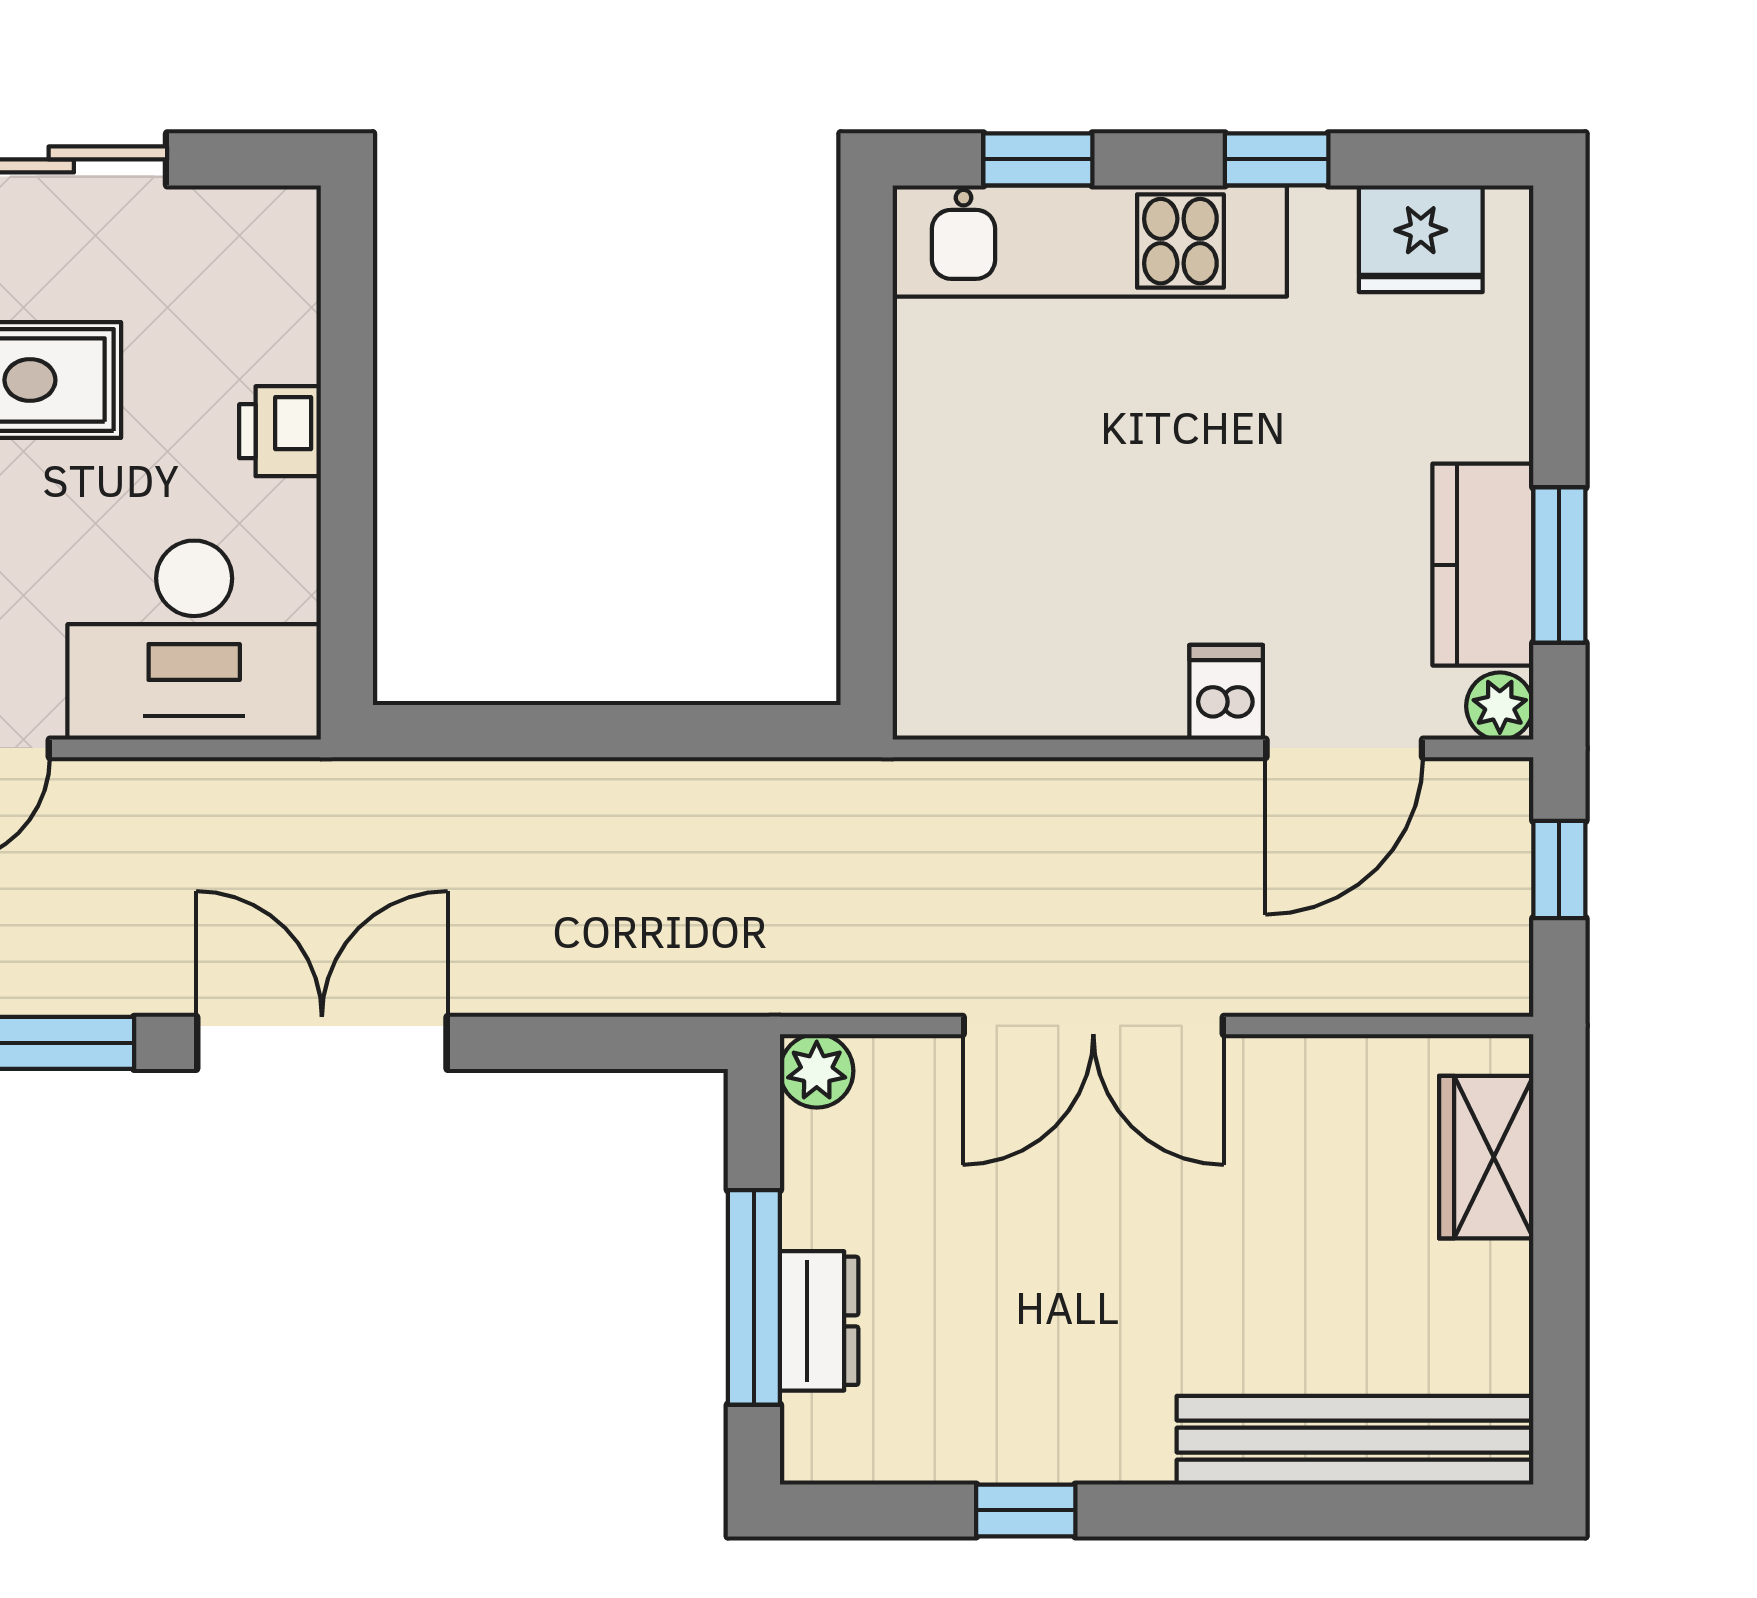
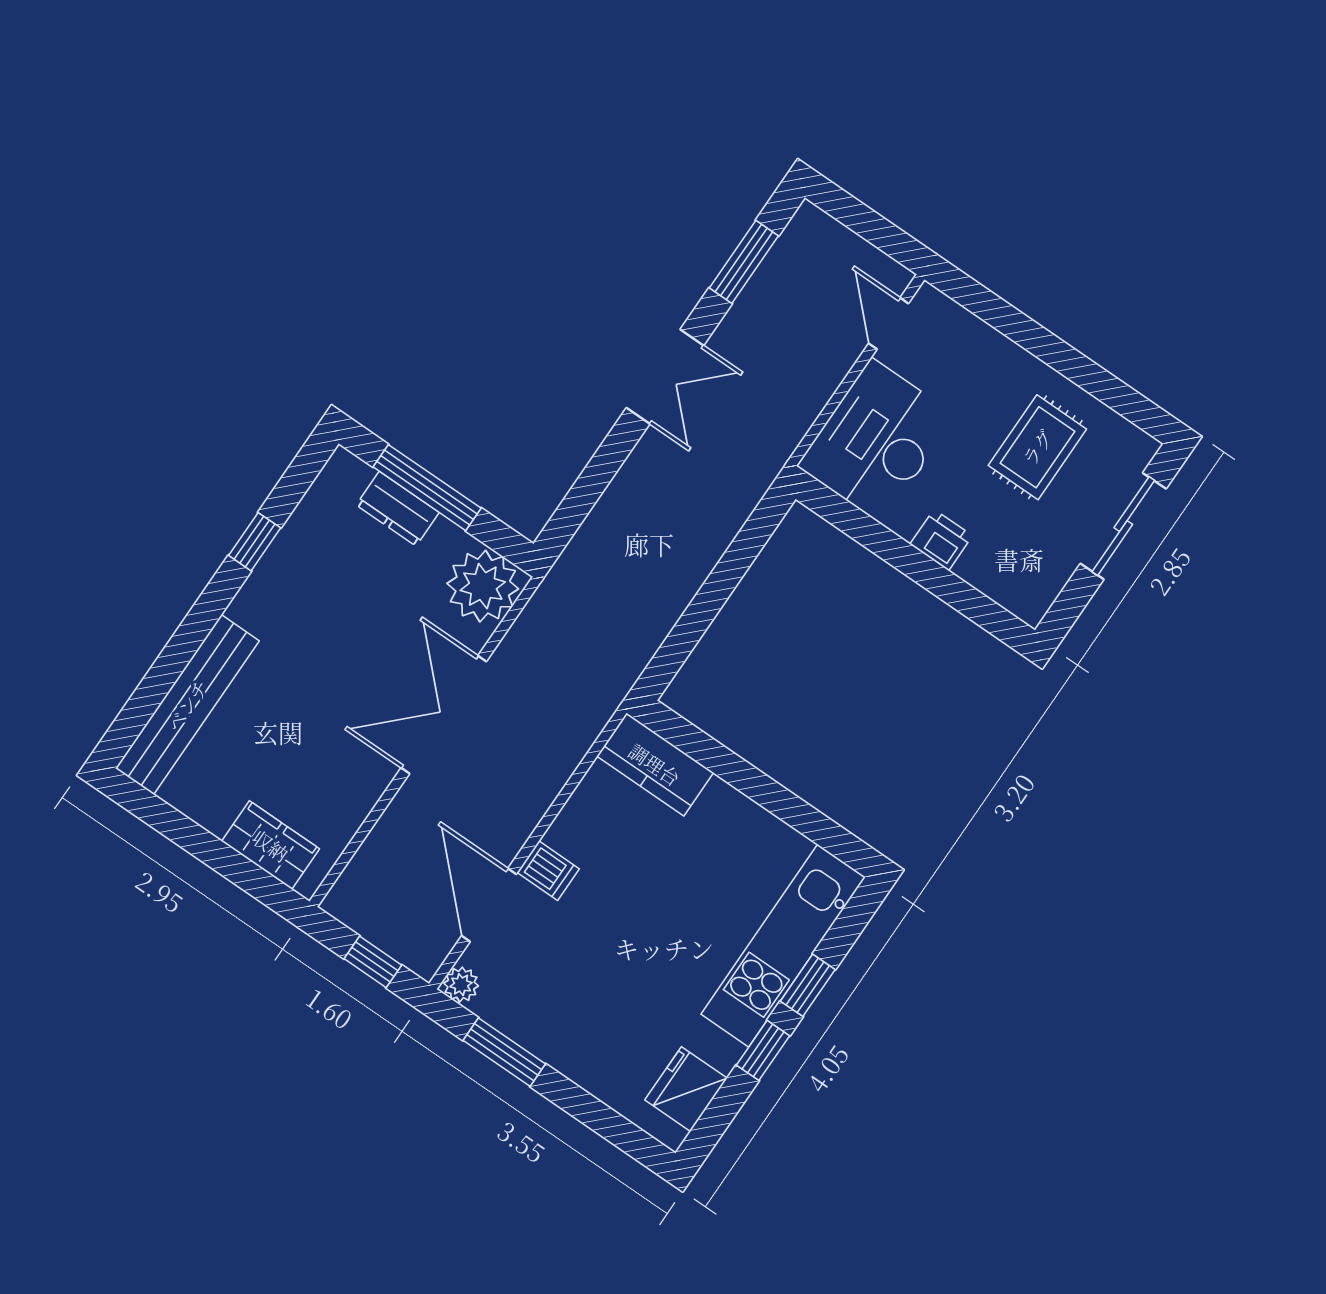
window: (1038, 159) -> (808, 985), moved
kitchen counter: (1483, 565) -> (655, 764), moved, turned 180
double door: (322, 1043) -> (665, 377), width x0.73
plant: (817, 1071) -> (483, 586), width x1.88, depth x1.88

